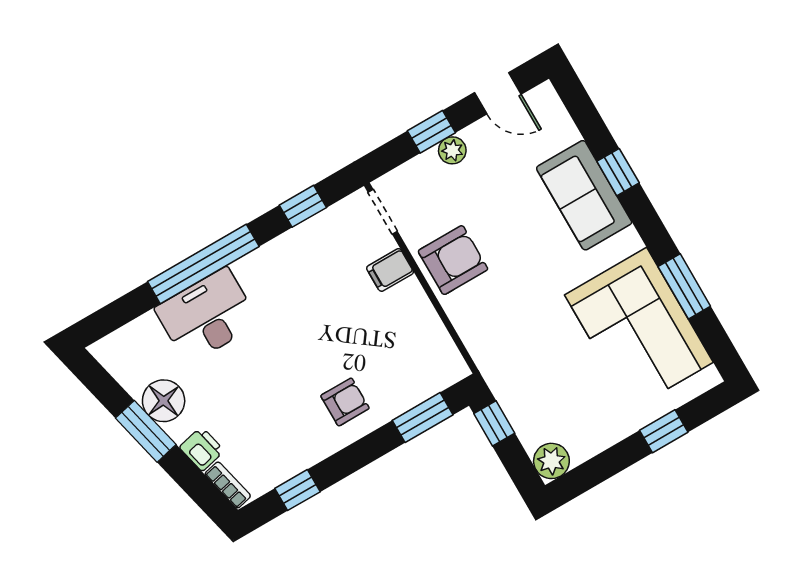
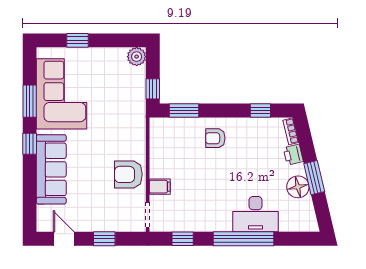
plant: (452, 150) -> (100, 225), removed
window: (618, 172) -> (30, 144), moved
sofa: (584, 195) -> (51, 169), width x1.36

